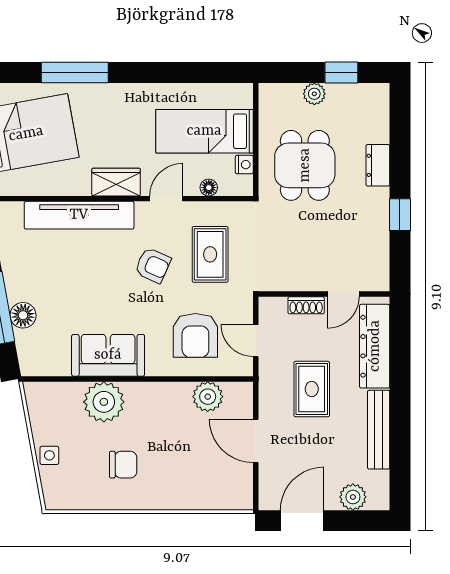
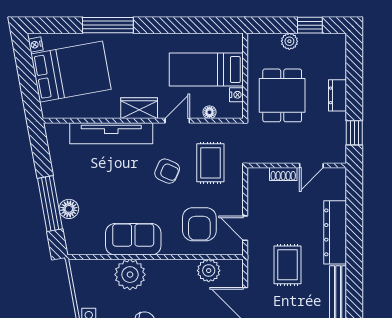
wall: (324, 294) -> (297, 165), moved
door: (343, 294) -> (311, 165), moved
shoe rack: (306, 305) -> (283, 174), moved

